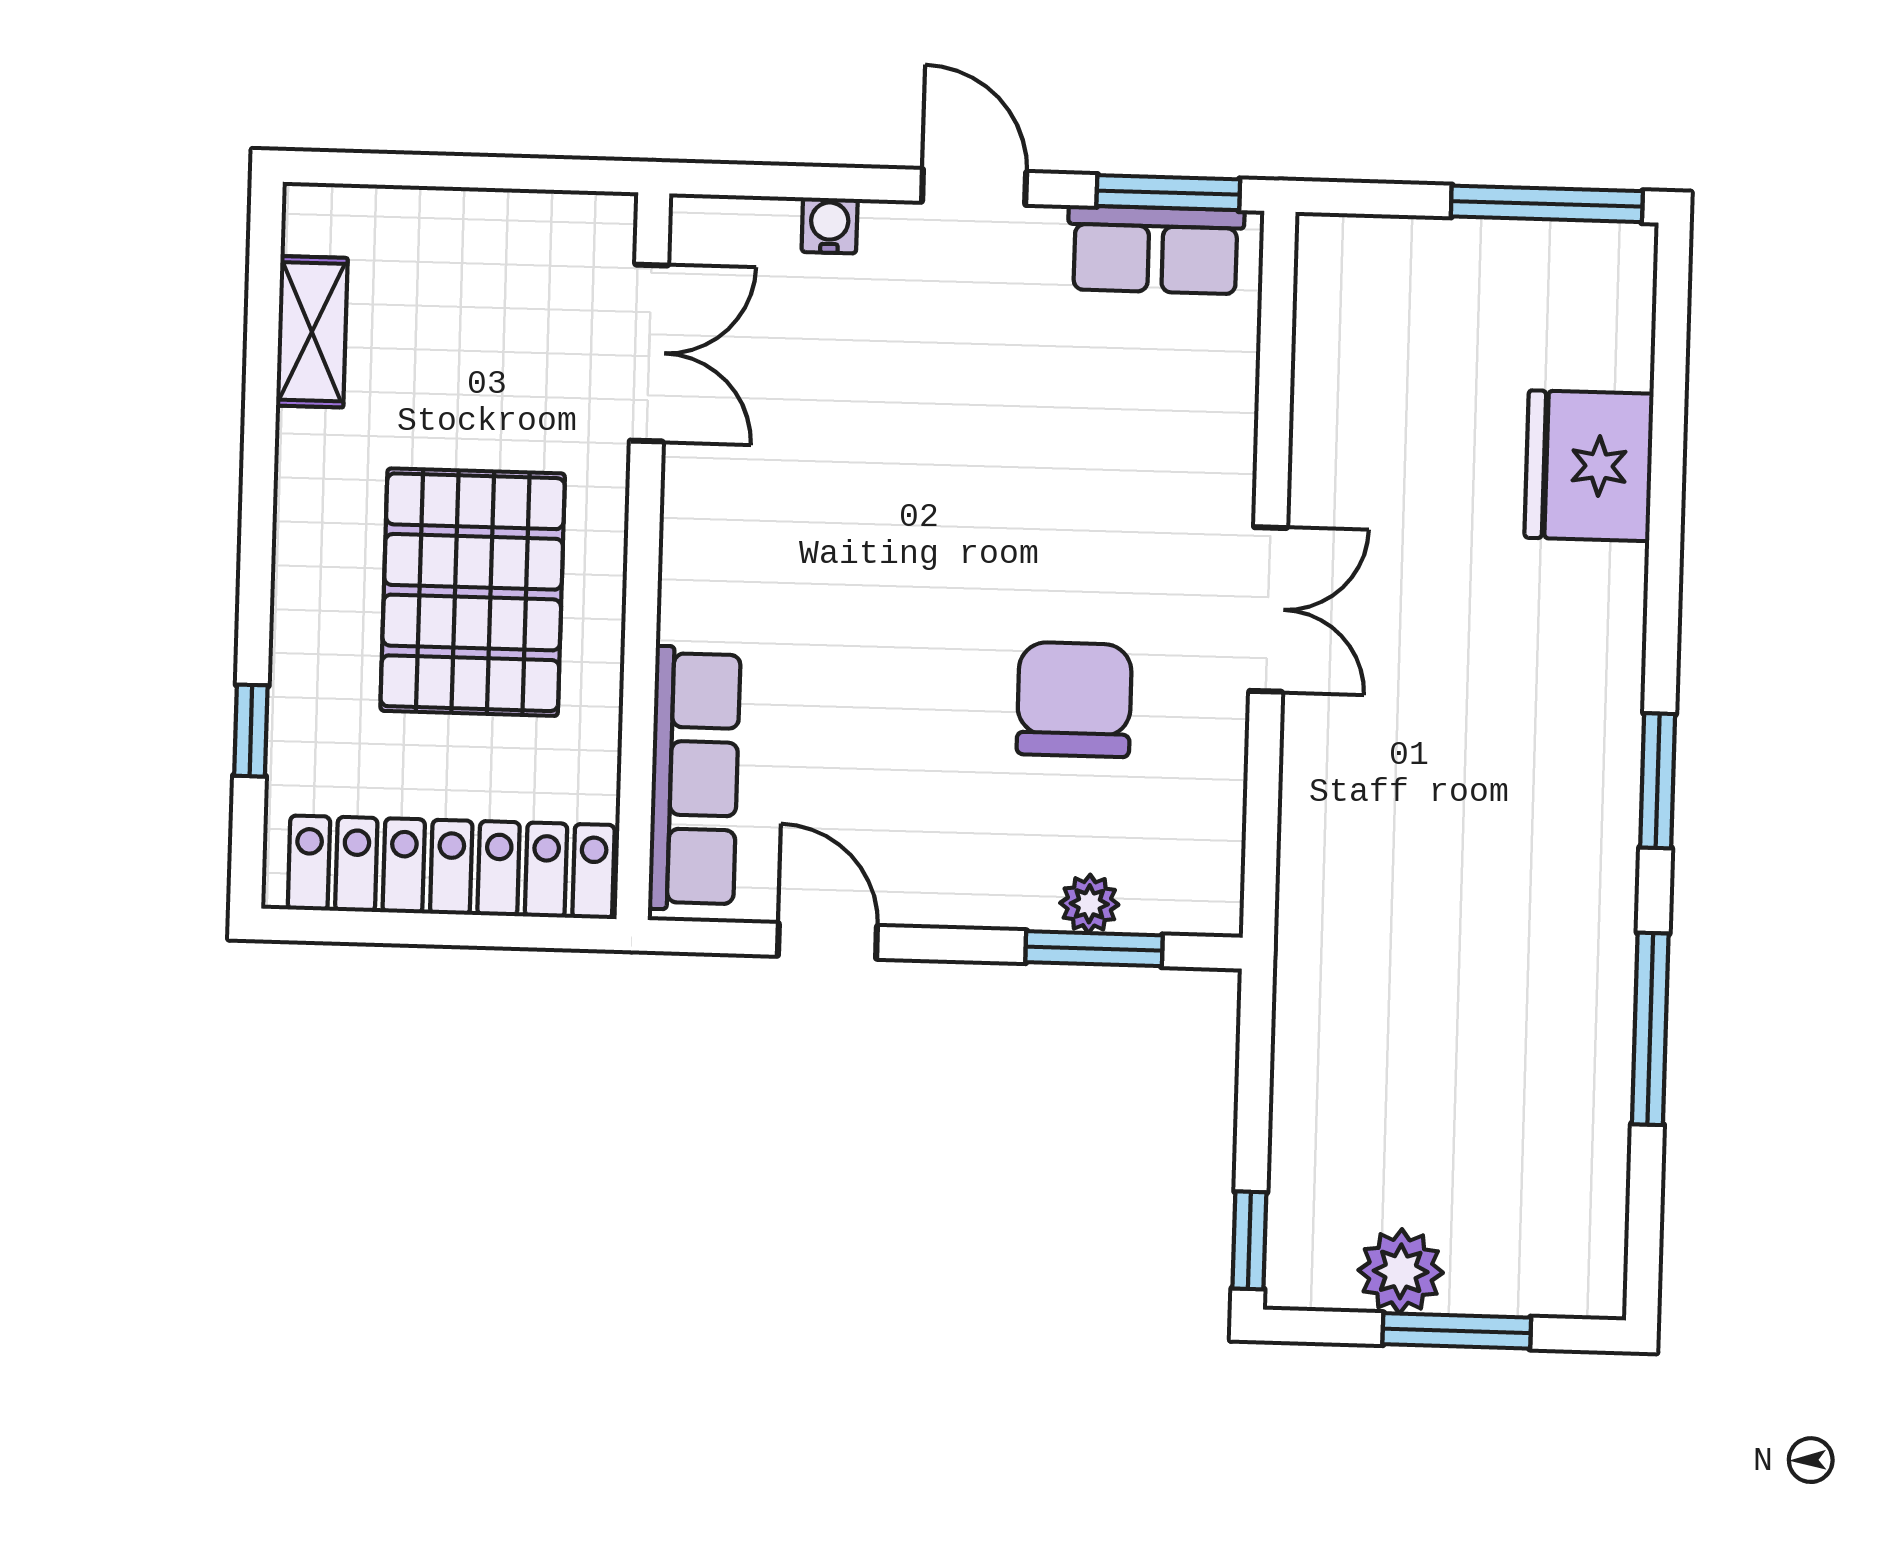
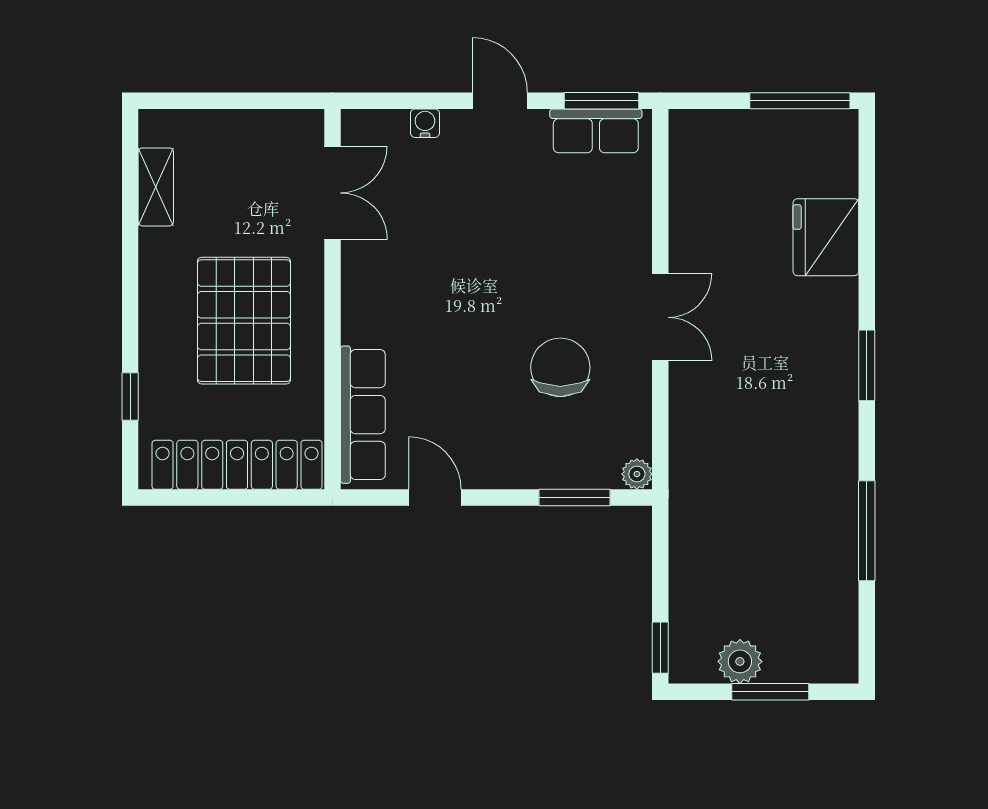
window: (1658, 781) -> (867, 365), moved
plant: (1089, 904) -> (637, 474), moved

